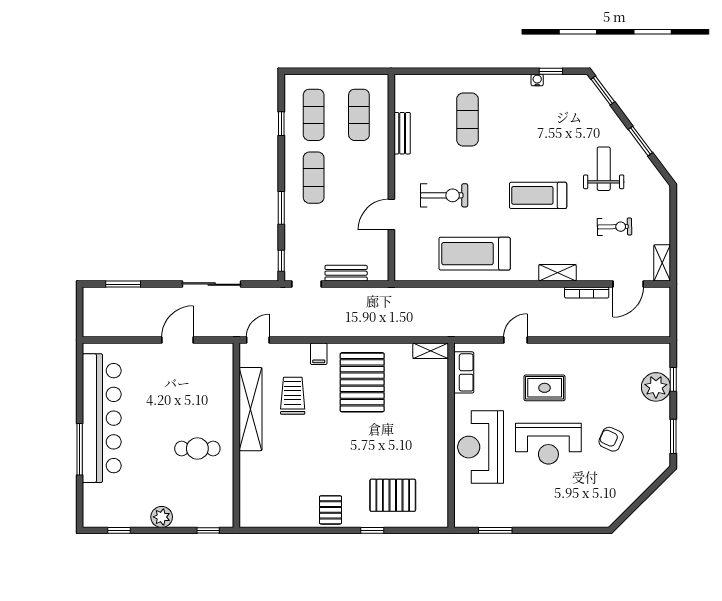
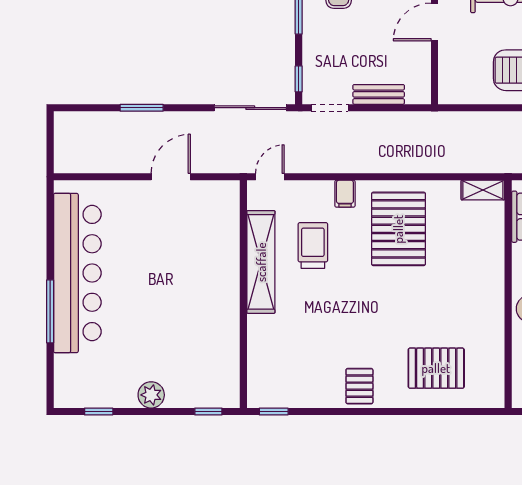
window: (123, 284) -> (142, 108), moved
sliding door: (212, 284) -> (250, 108), moved
cafe table: (197, 449) -> (195, 311), removed
window: (372, 530) -> (274, 412), moved

